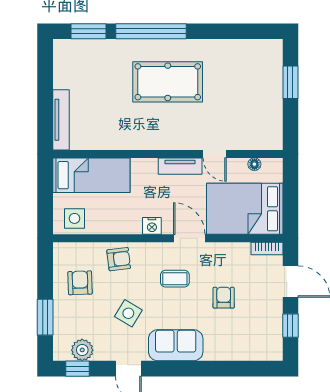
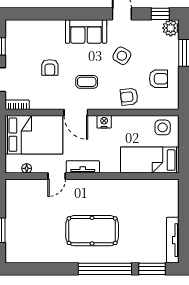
tv unit: (61, 120) -> (173, 240), moved
door: (215, 154) -> (57, 176), swing flipped
armchair: (80, 283) -> (158, 79), turned -88
plant: (82, 350) -> (171, 28), moved

